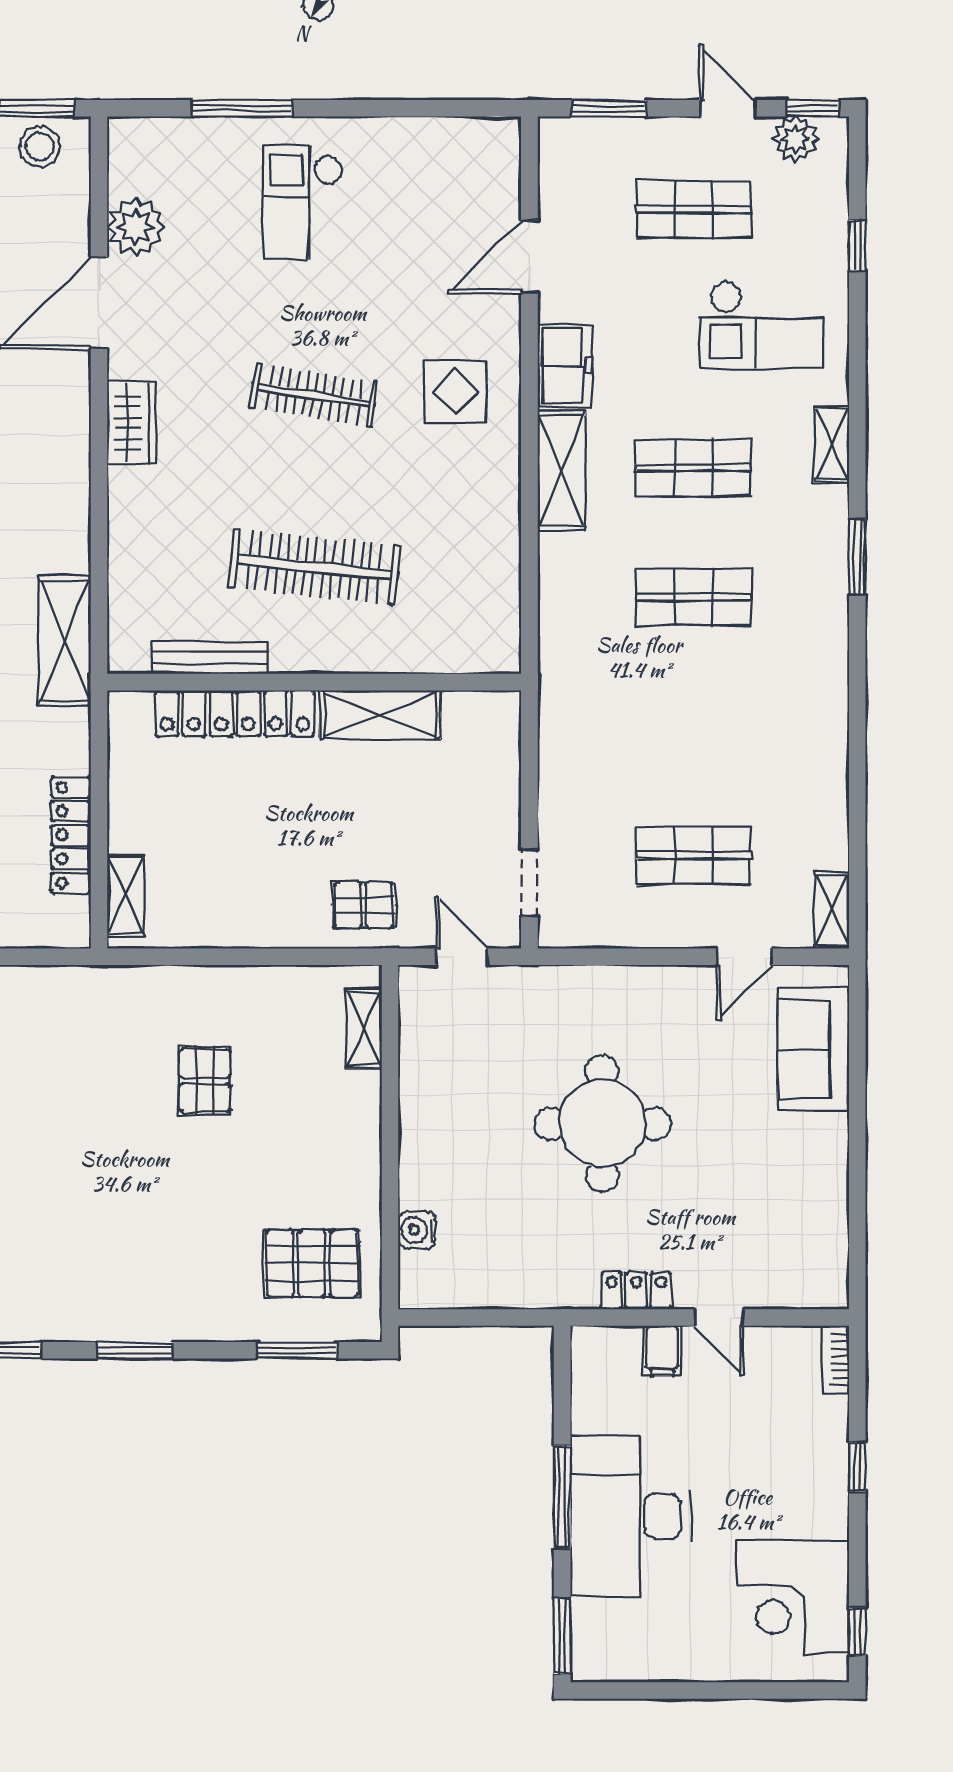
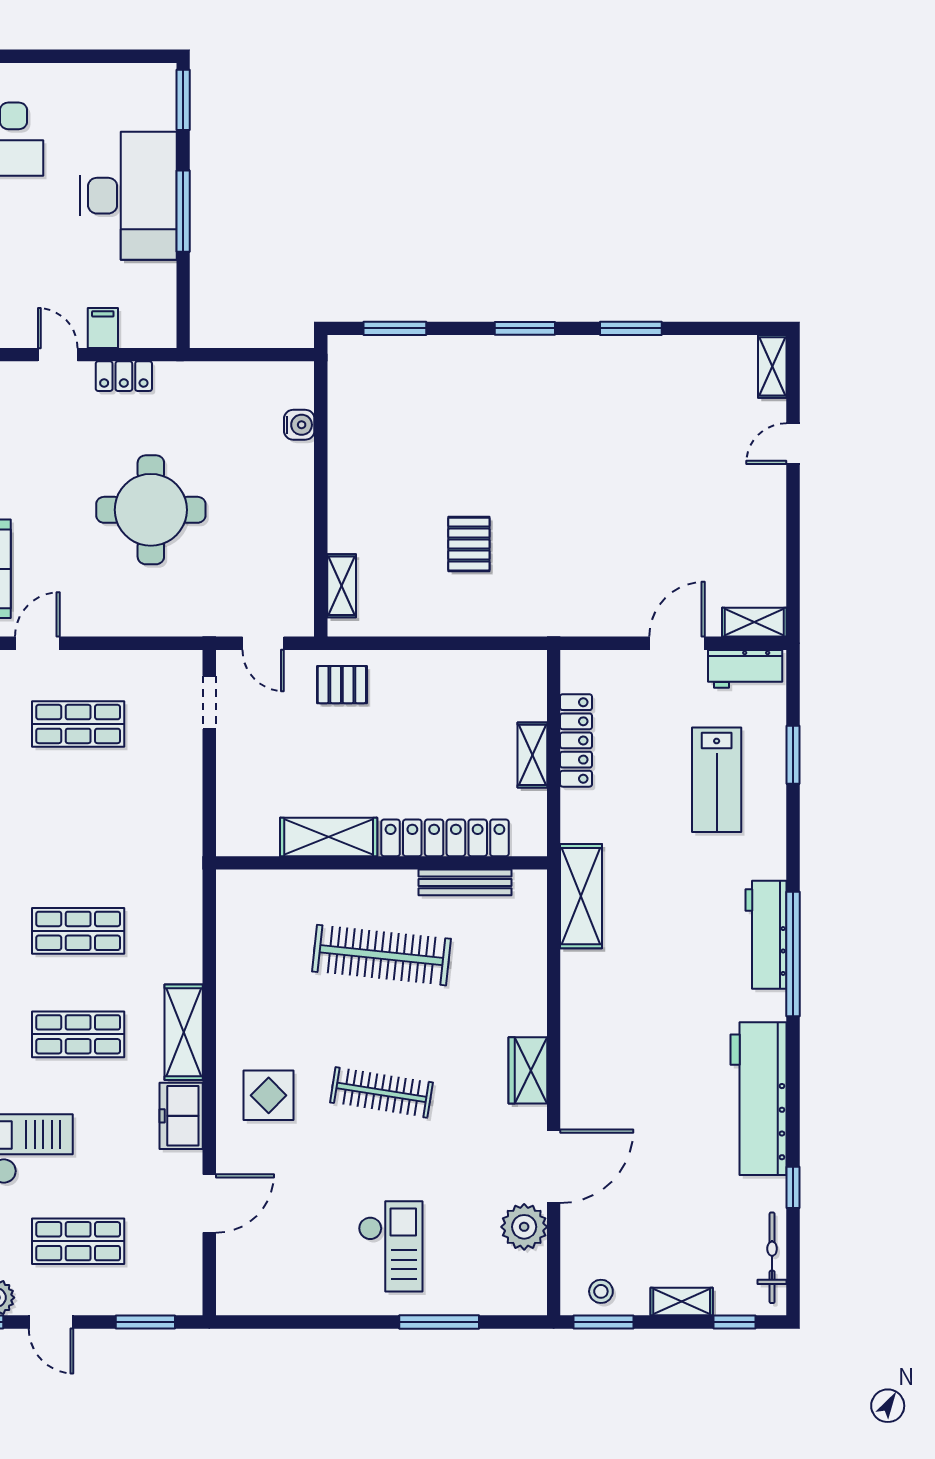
stool: (40, 147) -> (601, 1291), width x0.73, depth x0.73
shelving: (126, 895) -> (532, 755), moved
pallet: (312, 1263) -> (383, 398), removed

